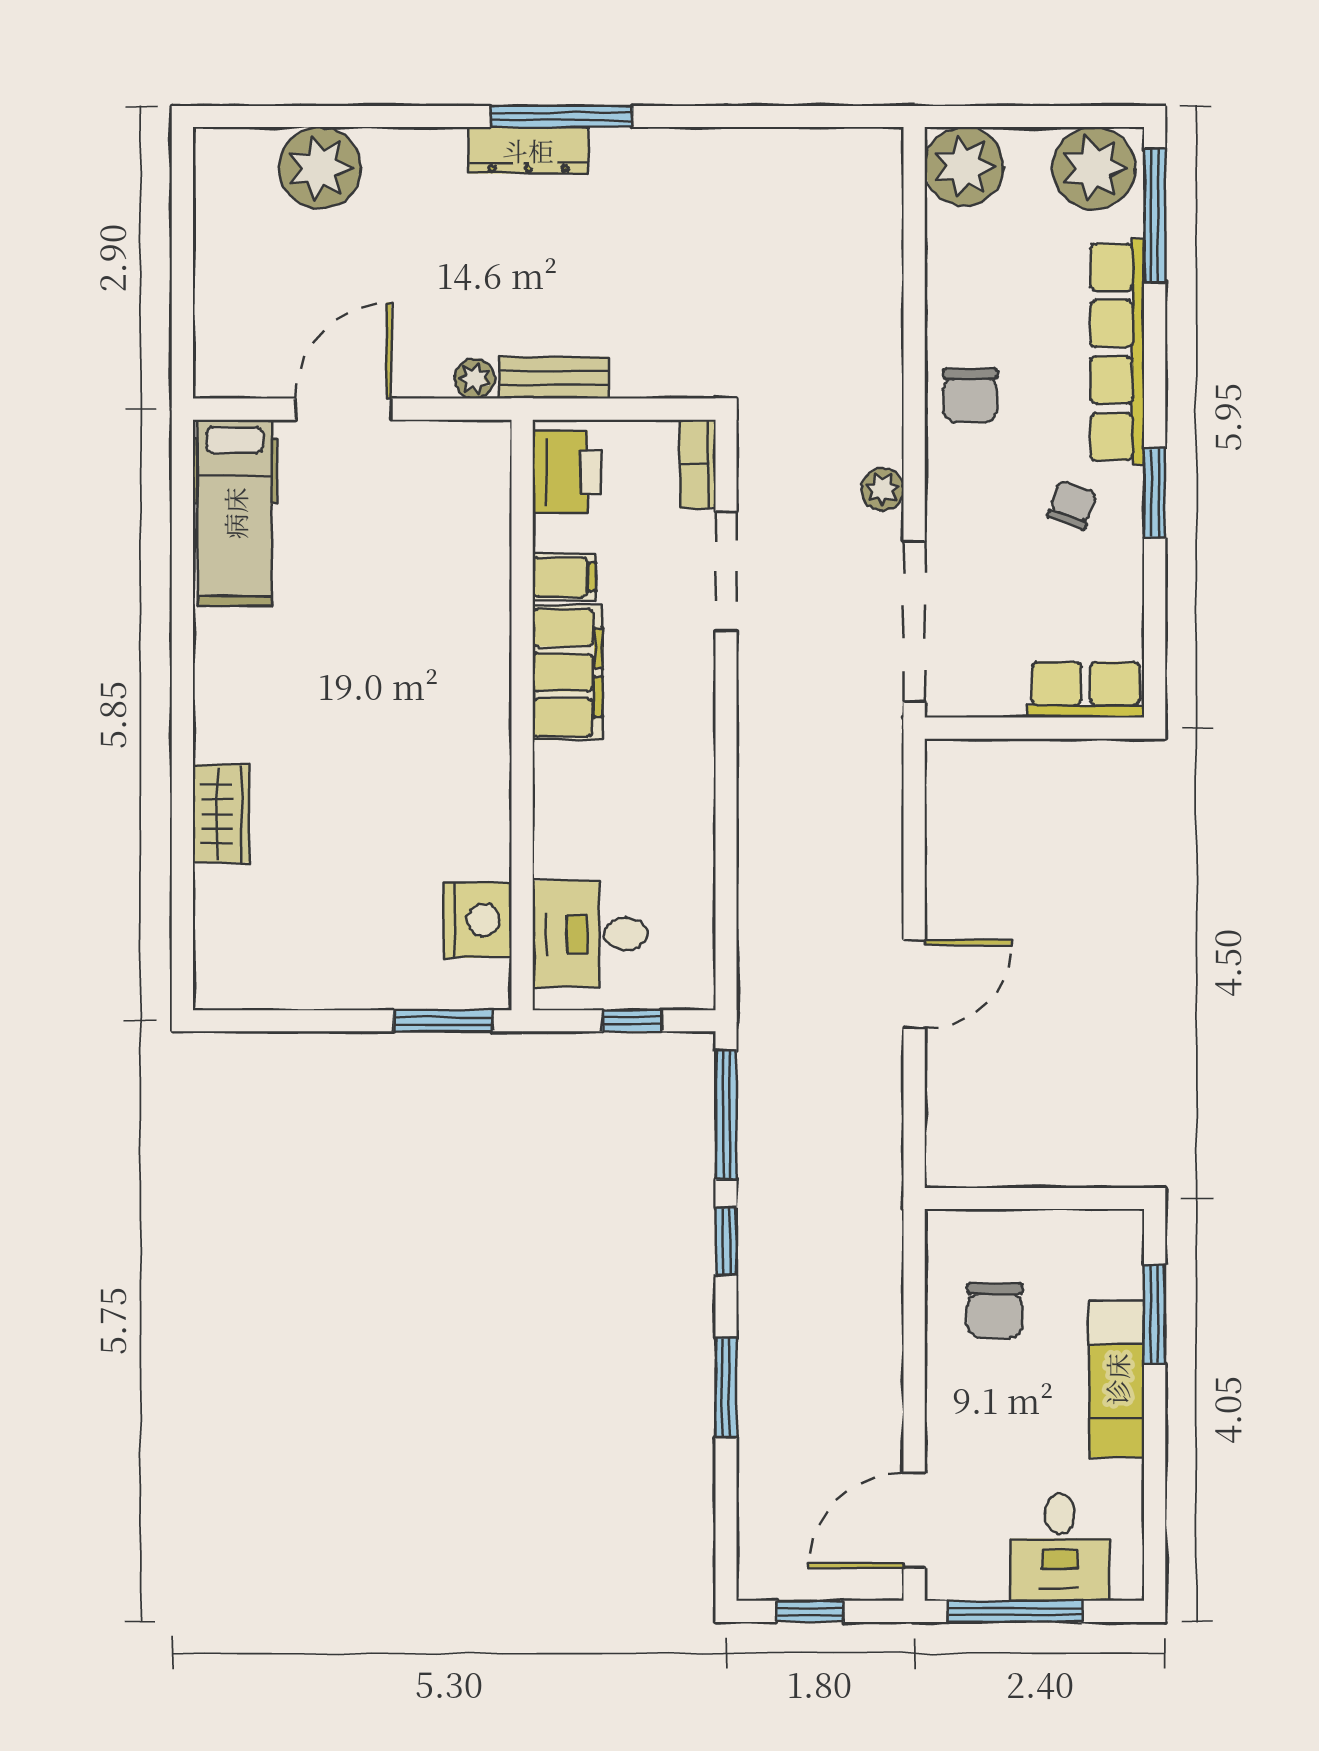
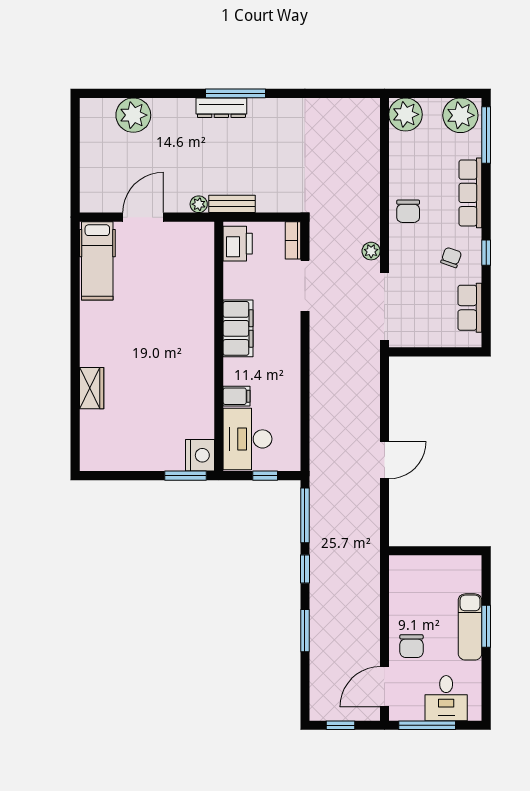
row of seats: (1117, 352) -> (470, 193), width x0.73
window: (1155, 493) -> (486, 253), width x0.67
filing cabinet: (564, 577) -> (237, 396), moved
row of seats: (1086, 690) -> (470, 308), moved, turned -90
nightstand: (478, 920) -> (200, 455), moved
desk: (590, 934) -> (247, 439), width x1.37
chair: (995, 1310) -> (411, 646), moved
window: (1155, 1314) -> (486, 626), moved

